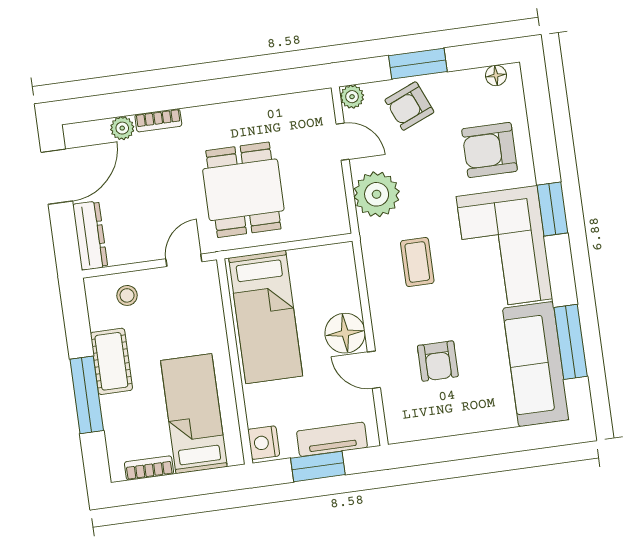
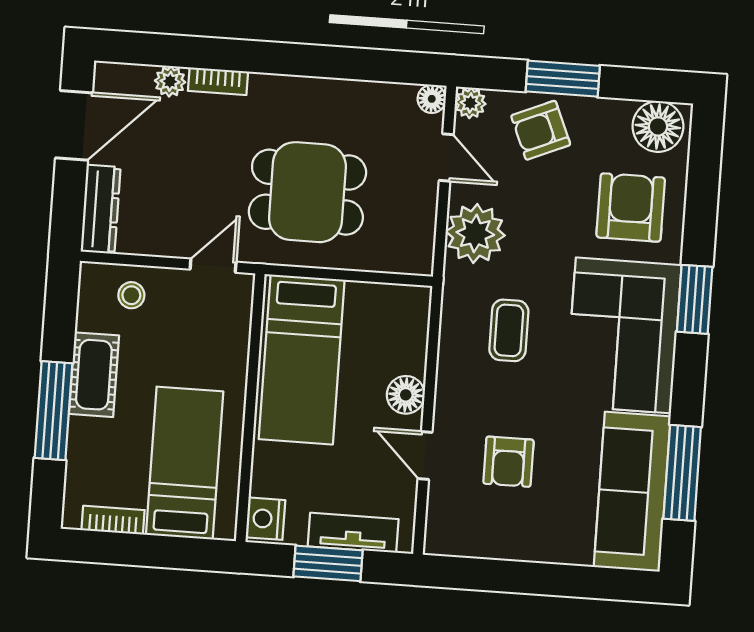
floor lamp: (496, 75) -> (658, 126), width x1.89, depth x1.89
floor lamp: (322, 100) -> (432, 99), added
armchair: (490, 150) -> (631, 207), turned 90
dining table: (243, 190) -> (307, 192), turned 90
floor lamp: (345, 333) -> (406, 395), width x0.73, depth x0.73

